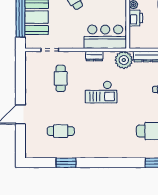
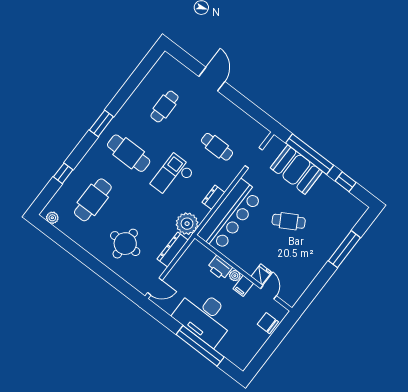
bar counter: (105, 37) -> (230, 215), width x1.36
cafe table: (108, 131) -> (129, 153), added
window: (66, 163) -> (101, 123), moved

